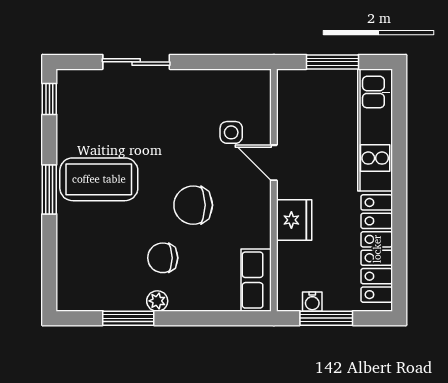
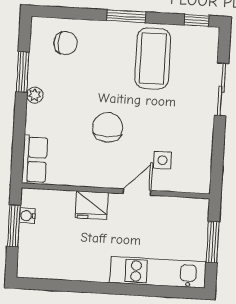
coffee table: (99, 179) -> (153, 58), moved
locker: (377, 249) -> (66, 268), removed
chair: (163, 258) -> (66, 43), moved, turned 90
row of seats: (256, 280) -> (35, 160), moved, turned 90

